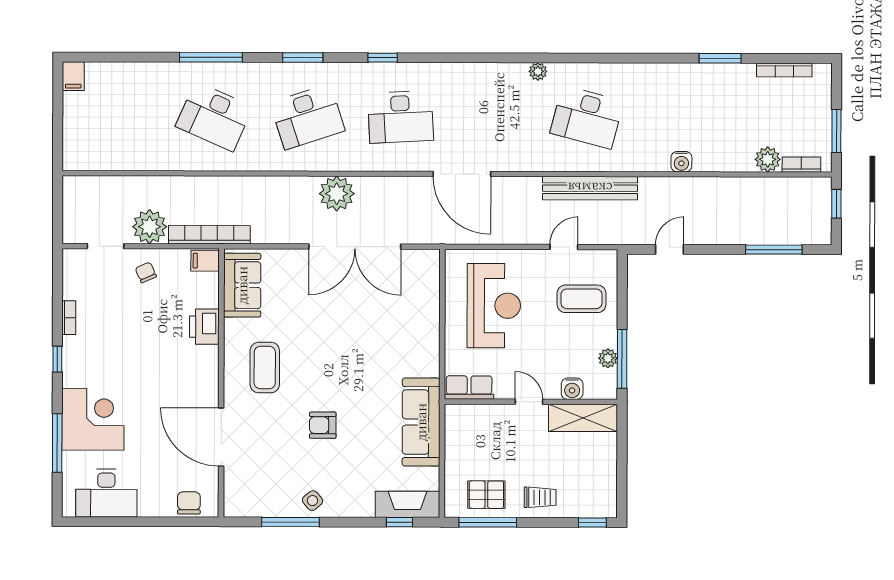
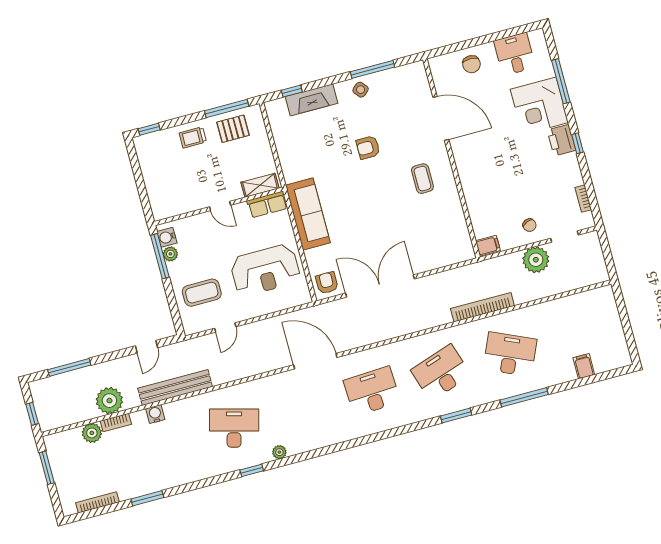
window: (383, 58) -> (252, 470), moved
filing cabinet: (73, 76) -> (584, 366), moved
bookcase: (801, 165) -> (116, 422), moved
bench: (590, 188) -> (175, 388), moved
plant: (337, 194) -> (109, 401), moved
bookcase: (209, 235) -> (482, 307), moved, turned 180
armchair: (421, 269) -> (327, 283), added
sofa: (242, 285) -> (456, 235), removed
reception desk: (494, 306) -> (265, 270), turned -90
bookcase: (69, 318) -> (583, 199), moved
printer: (204, 327) -> (561, 140), moved, turned 180
coffee table: (265, 368) -> (422, 179), width x0.73, depth x0.77
water cooler: (572, 389) -> (167, 237), moved, turned -90
shelving: (583, 418) -> (260, 185), moved, width x0.67, depth x0.75
sofa: (421, 422) -> (308, 214), moved
armchair: (323, 425) -> (368, 147), turned 180
desk: (106, 493) -> (515, 54), width x0.73
chair: (189, 503) -> (471, 64), moved
fireplace: (407, 504) -> (312, 100), moved

